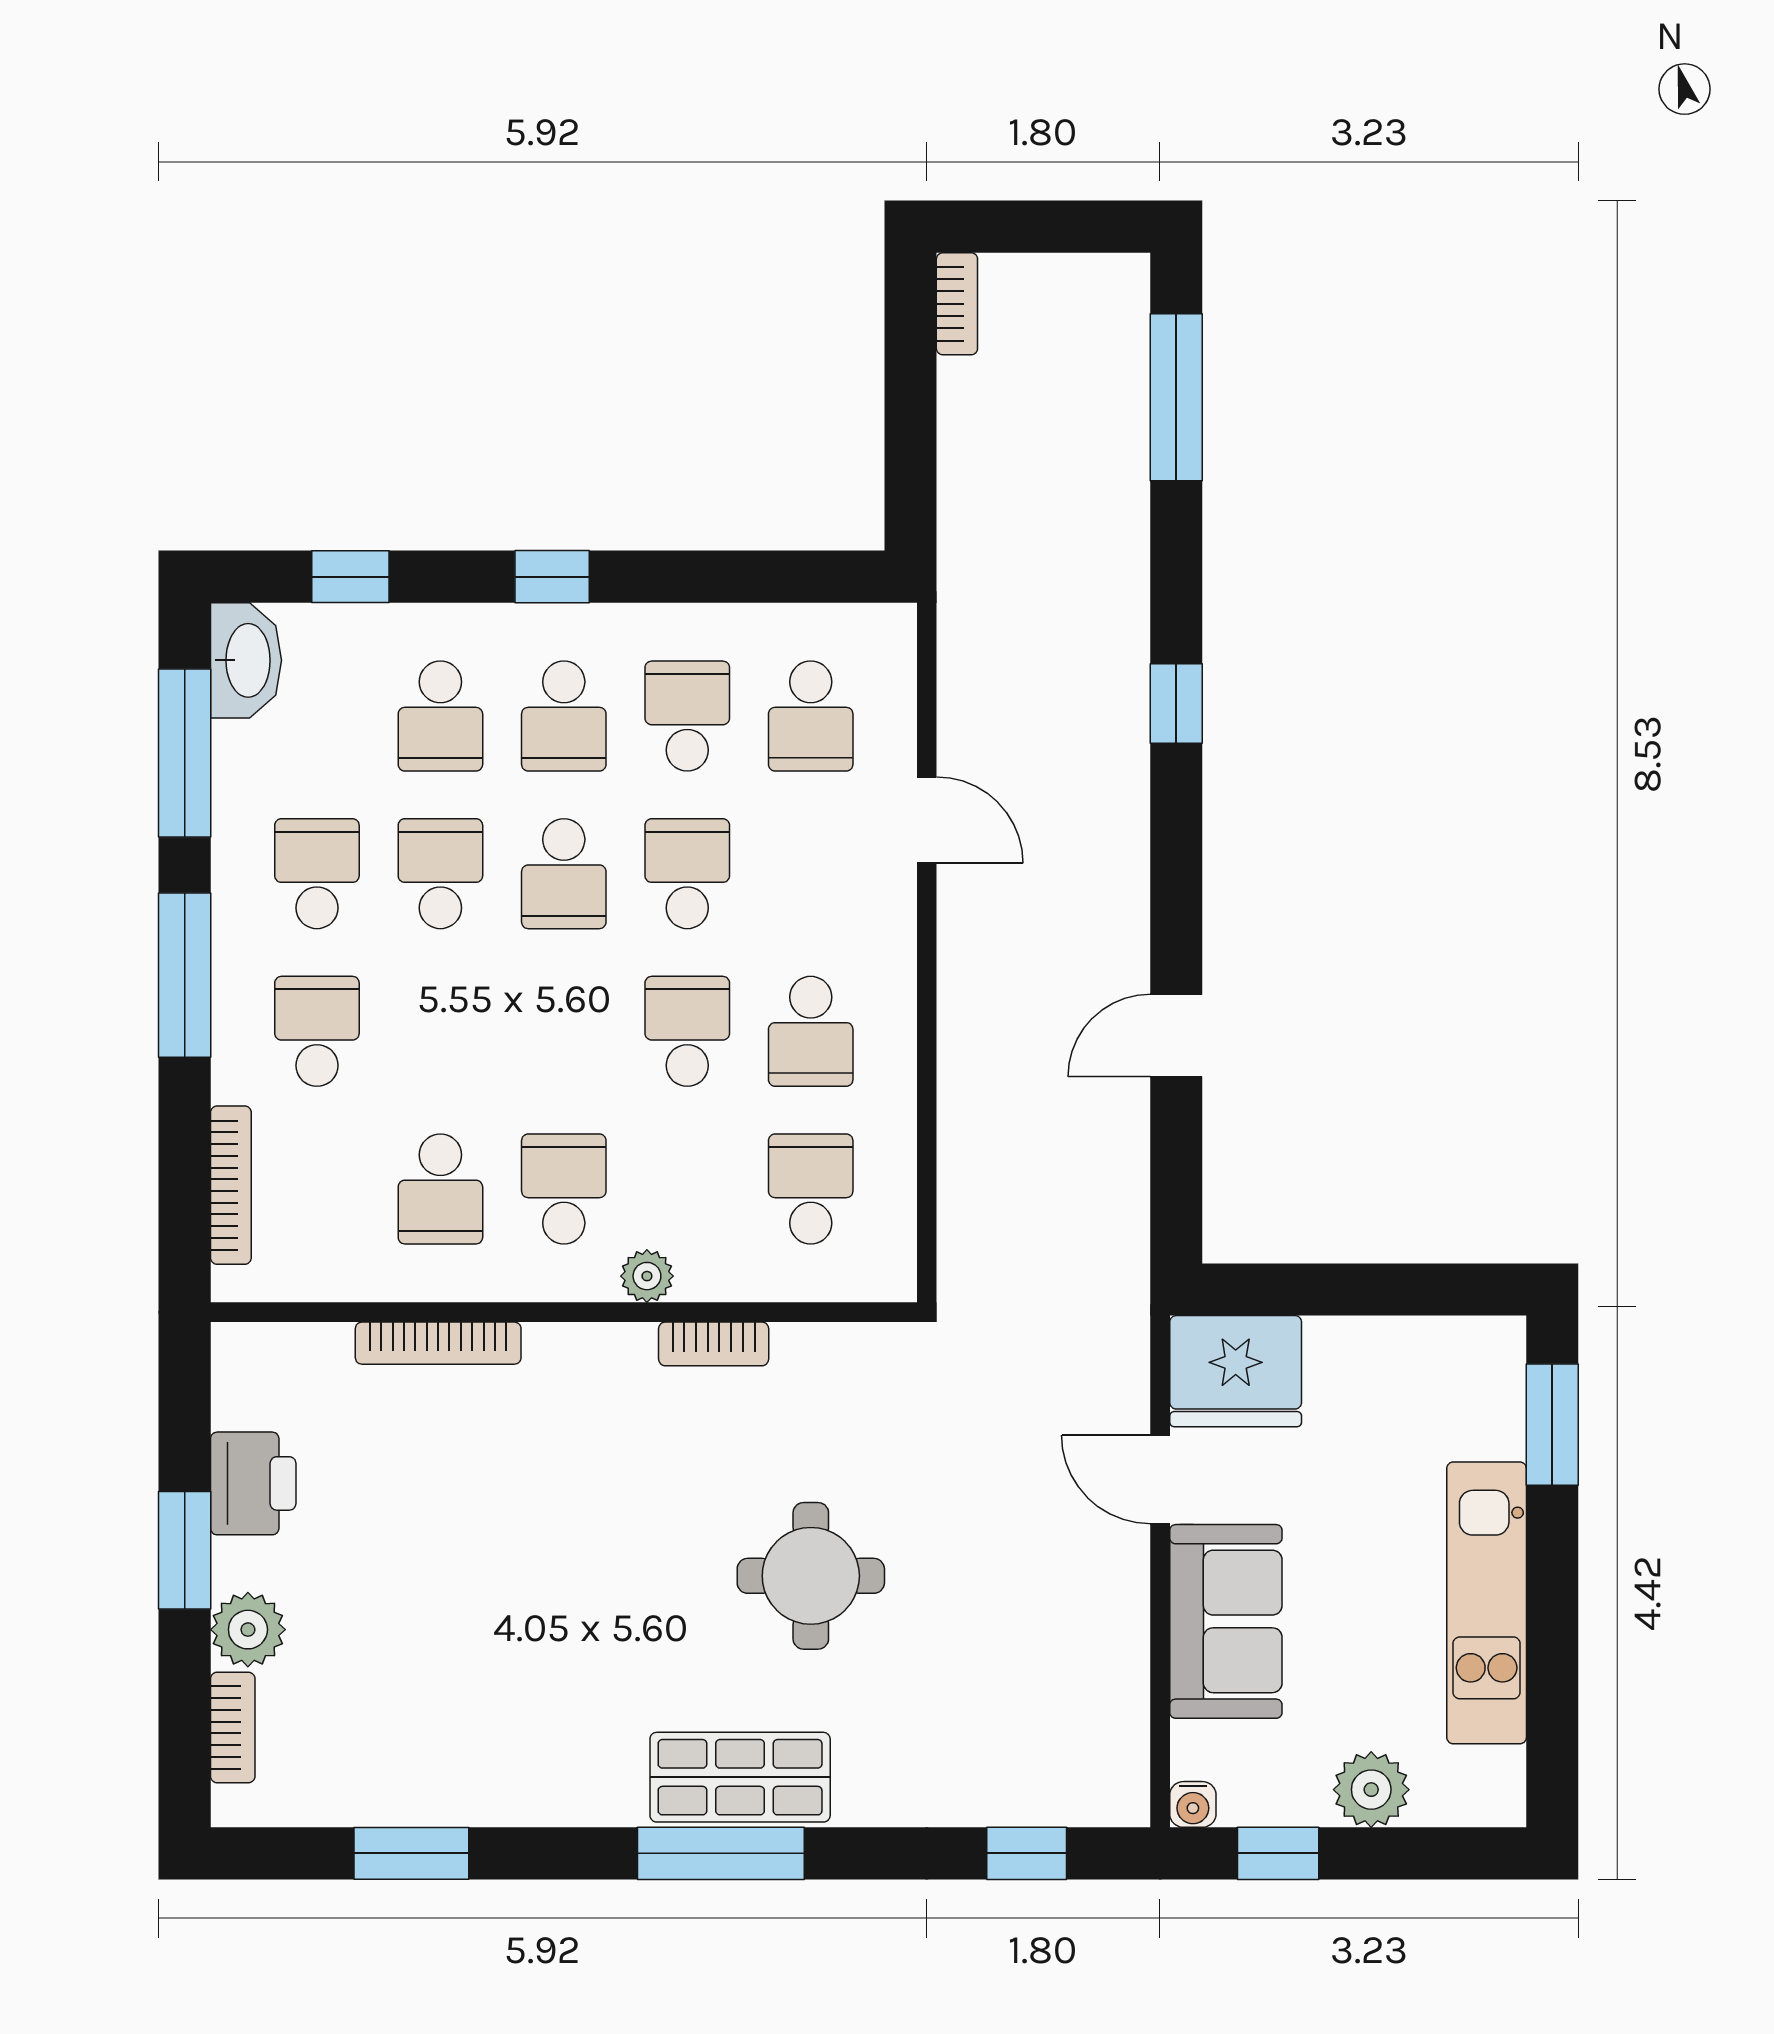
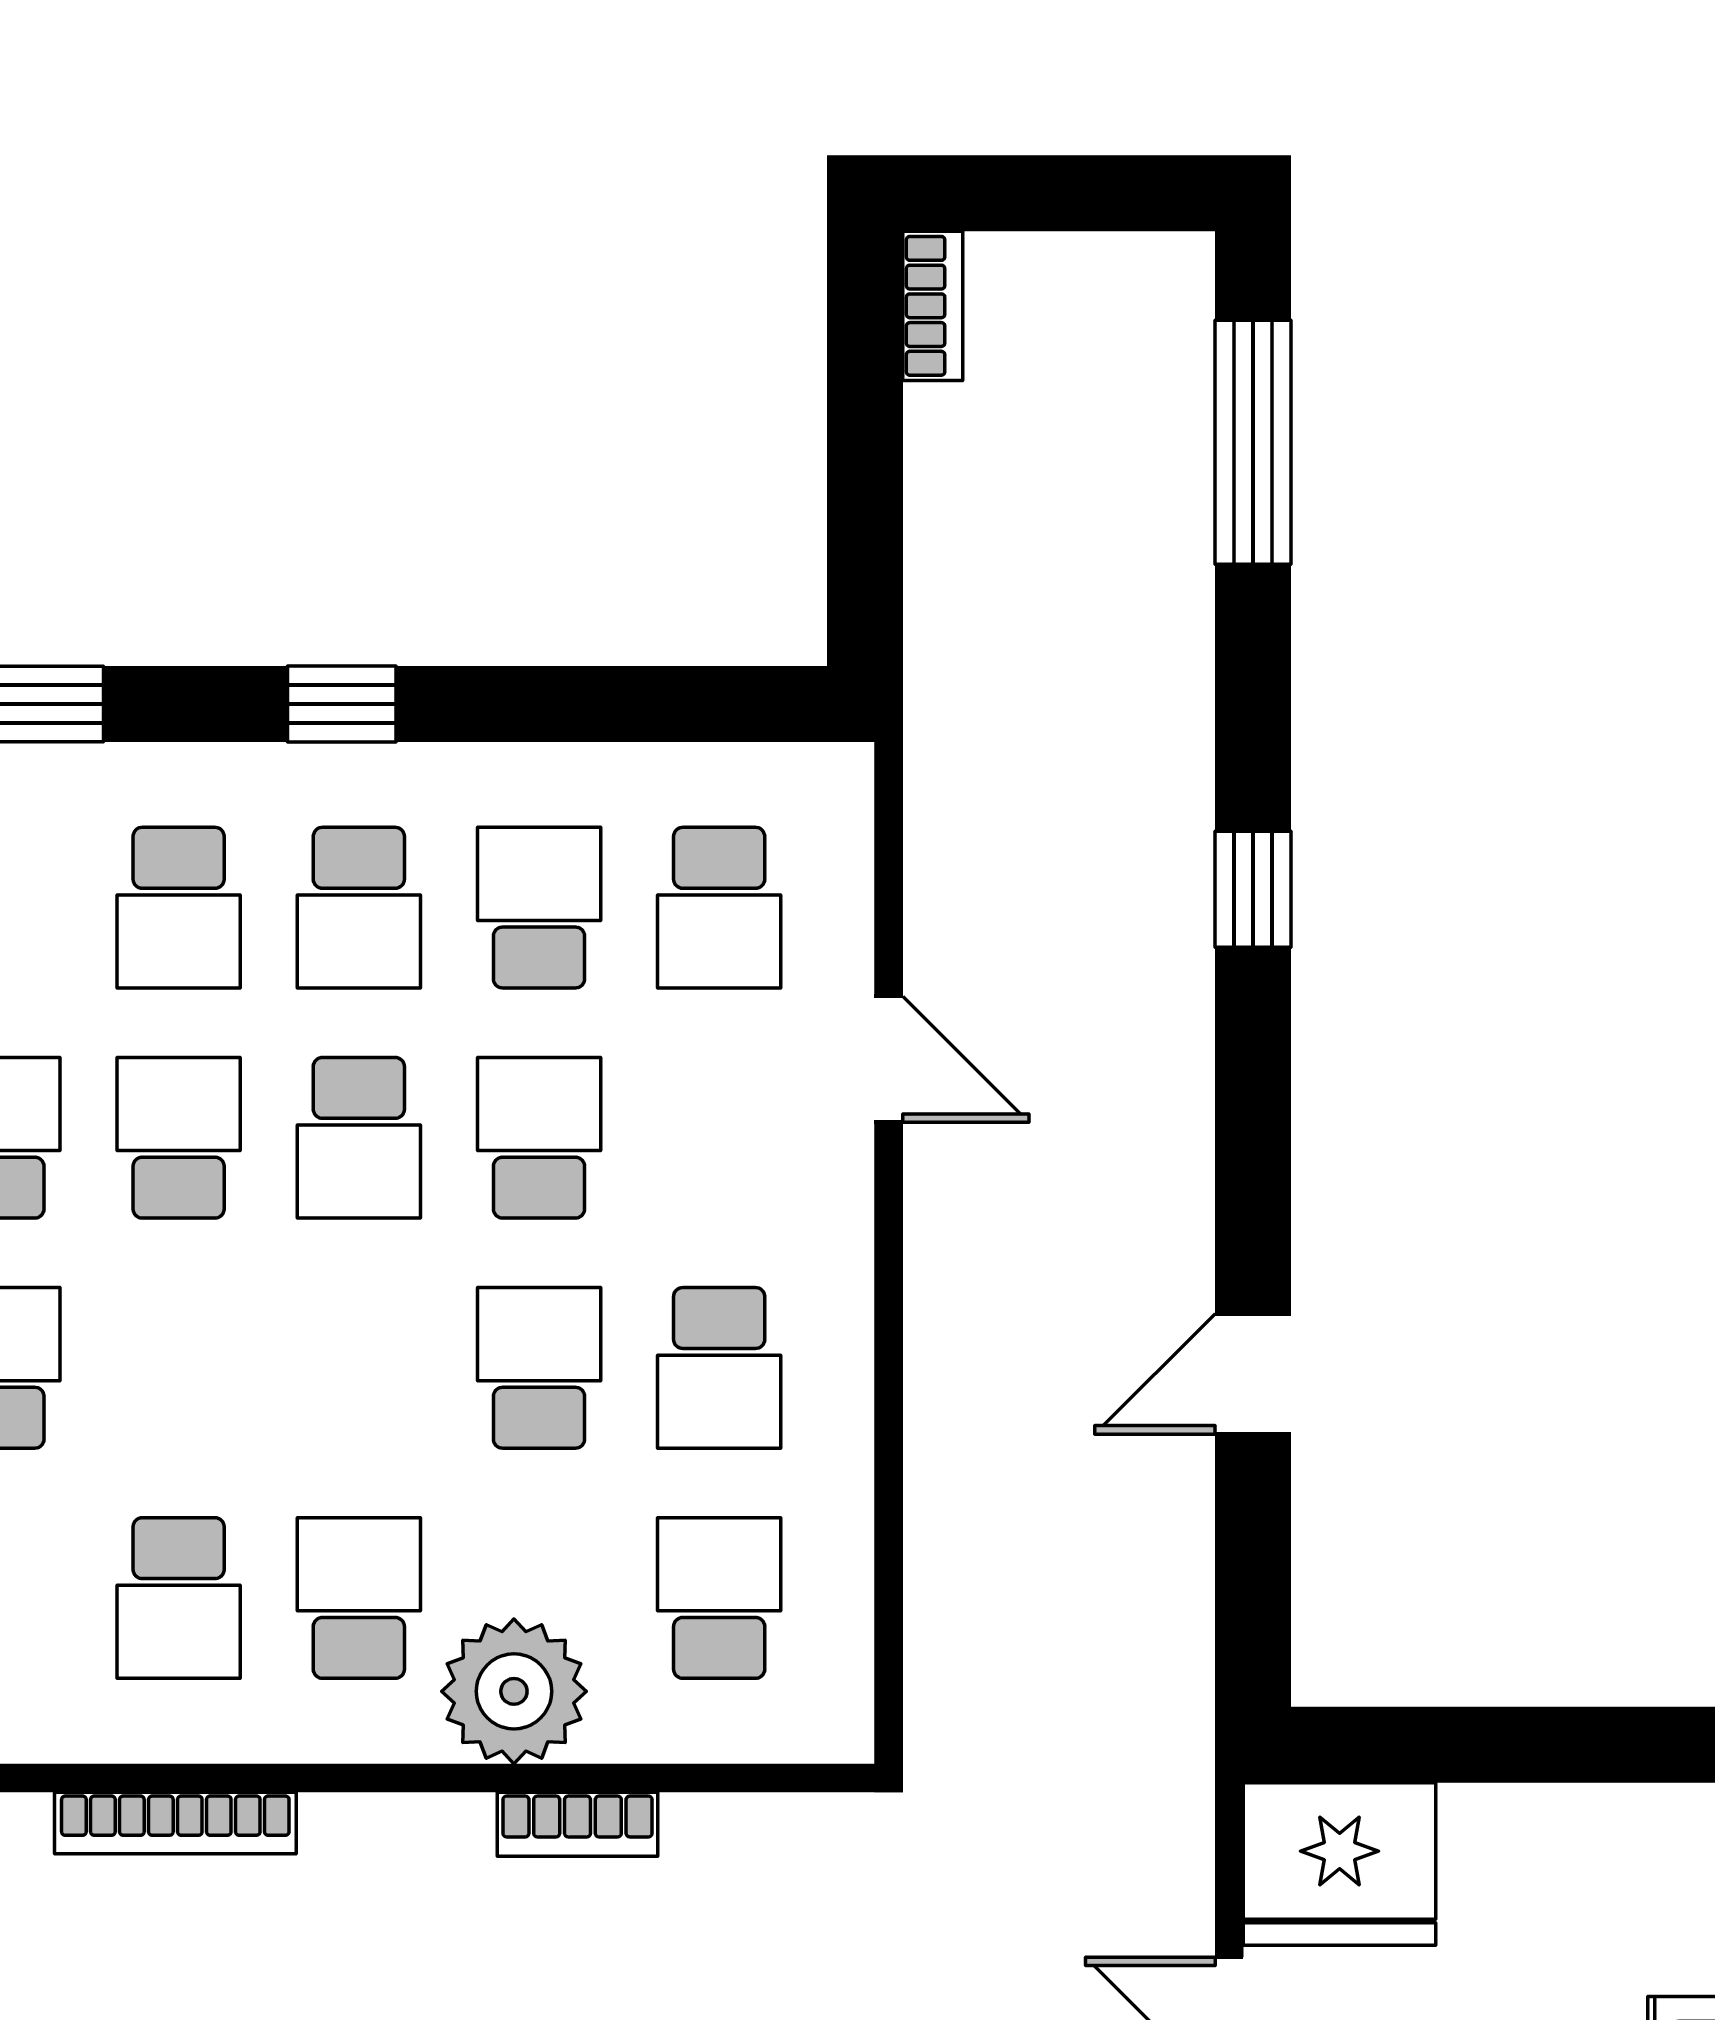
plant: (647, 1276) -> (514, 1691), width x1.88, depth x1.88

